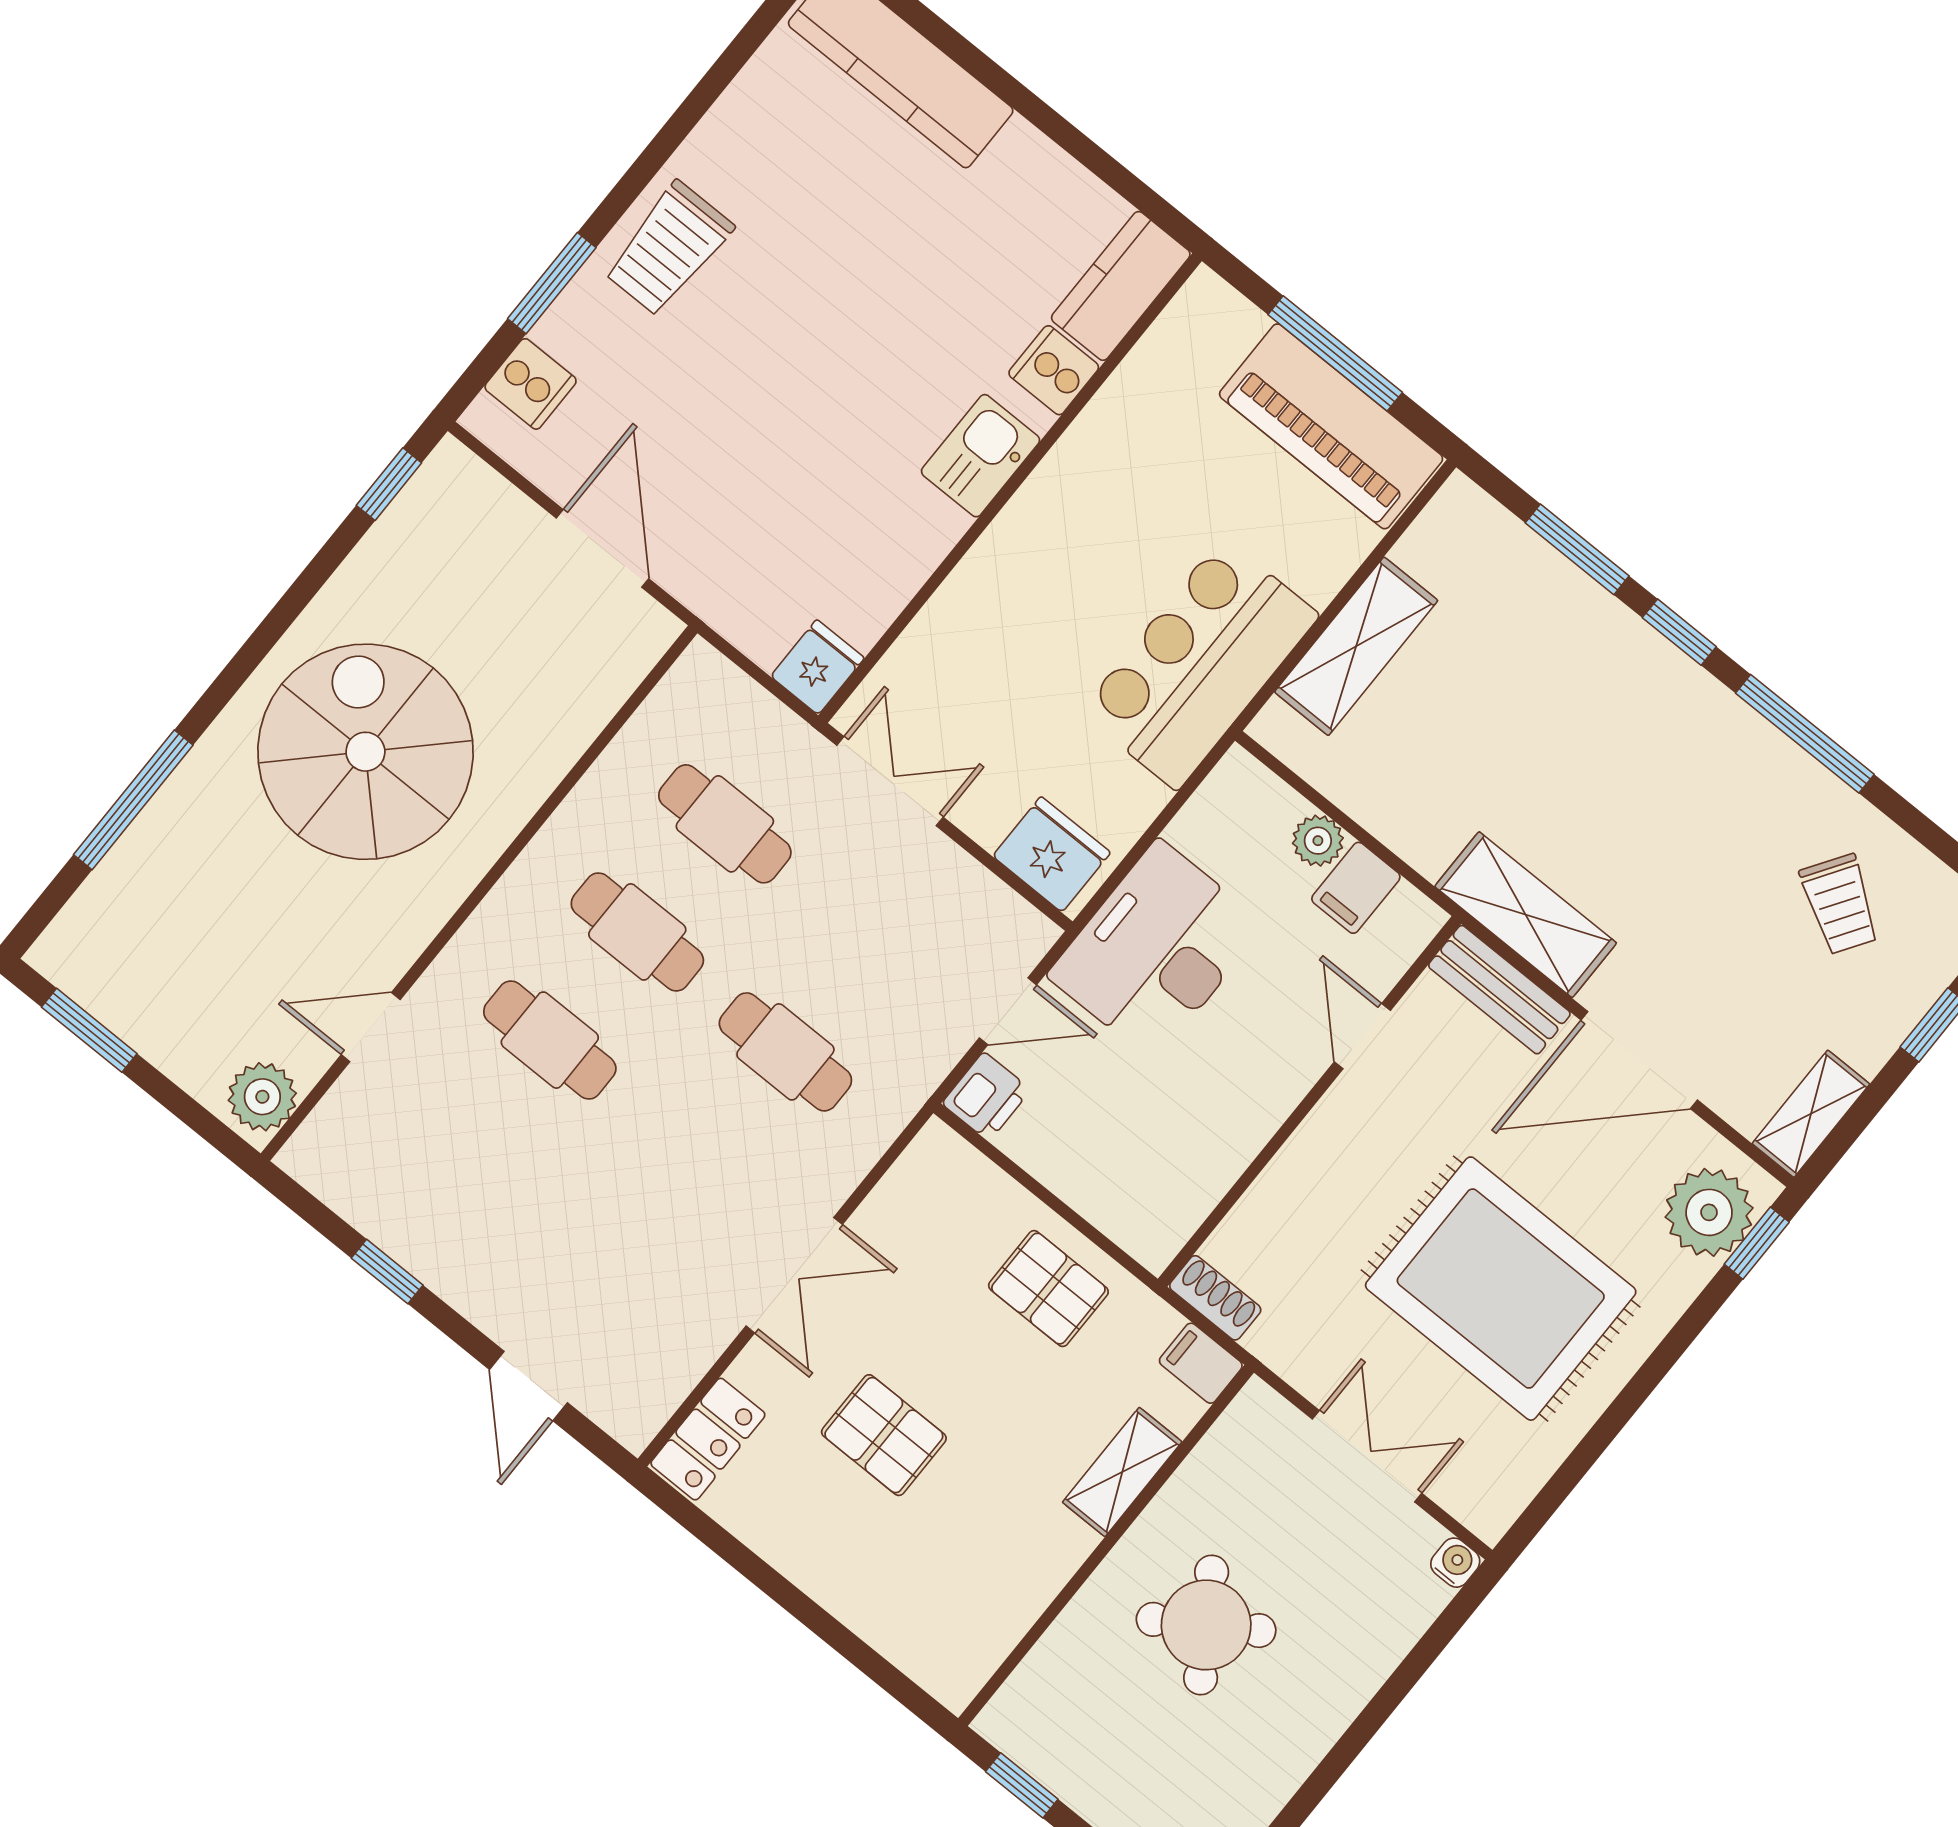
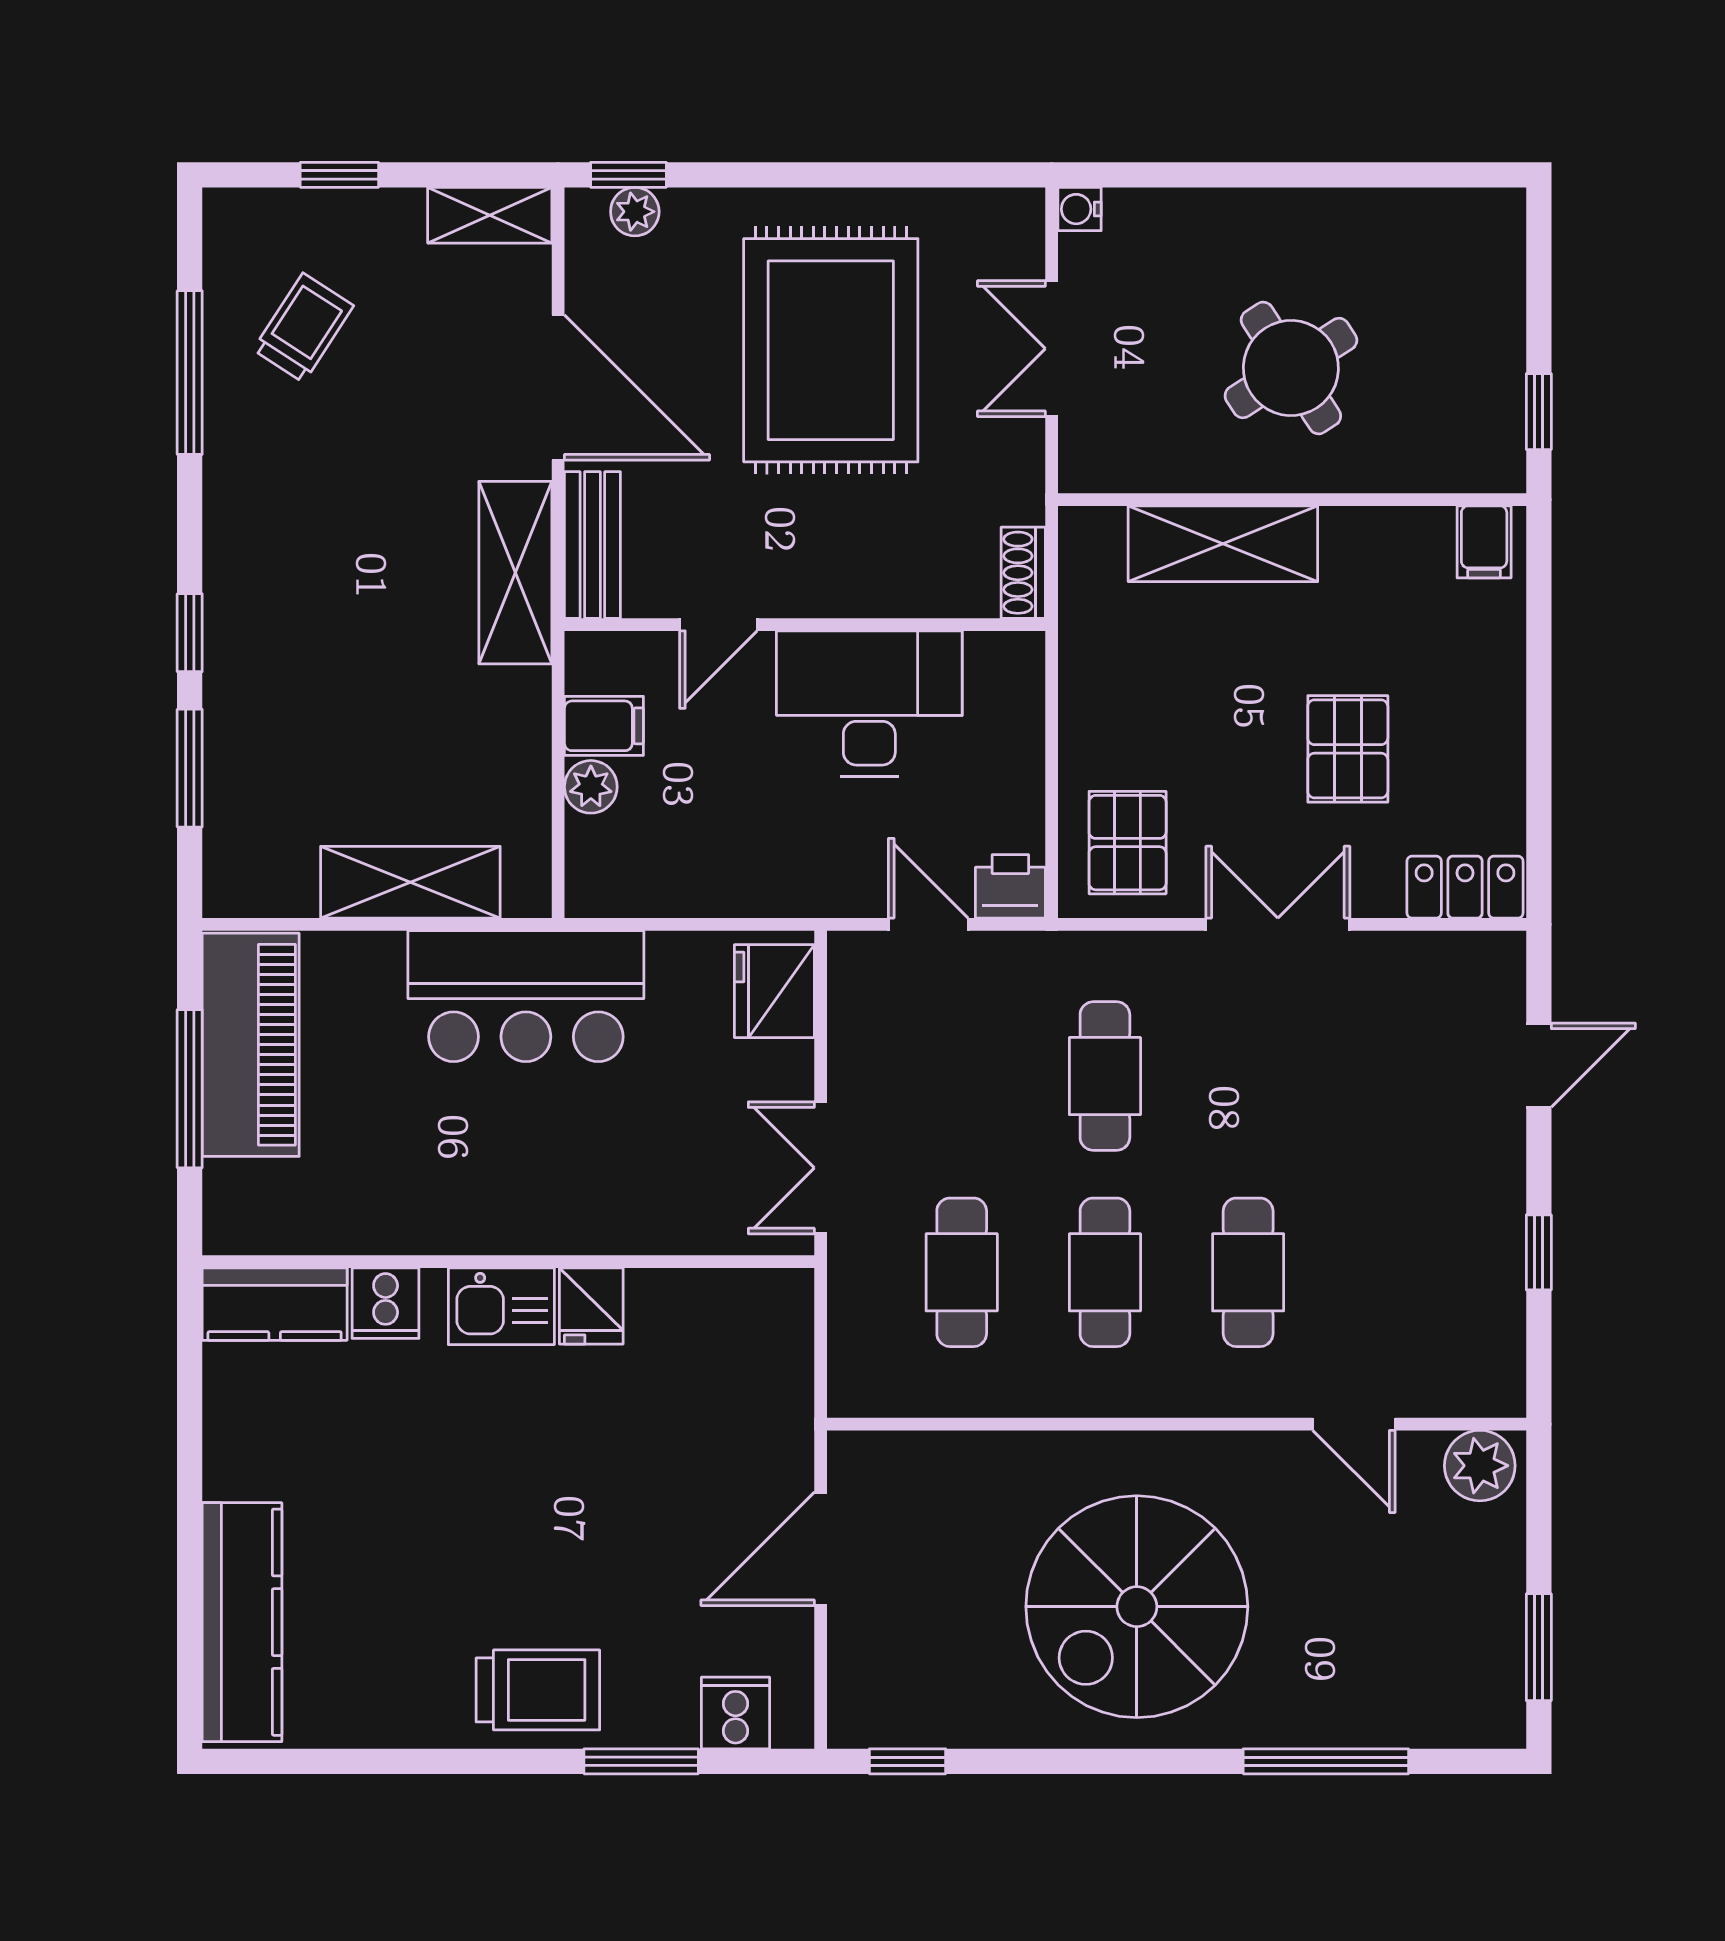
fridge: (817, 667) -> (591, 1306), moved, turned -90
window: (1805, 734) -> (190, 373), moved
desk: (1156, 950) -> (869, 704), moved, turned 180
plant: (1709, 1212) -> (635, 212), width x0.53, depth x0.53
pallet: (1048, 1289) -> (1128, 843), moved
filing cabinet: (1201, 1363) -> (1484, 542), moved
shelving: (1122, 1472) -> (1223, 544), width x1.50, depth x1.33

